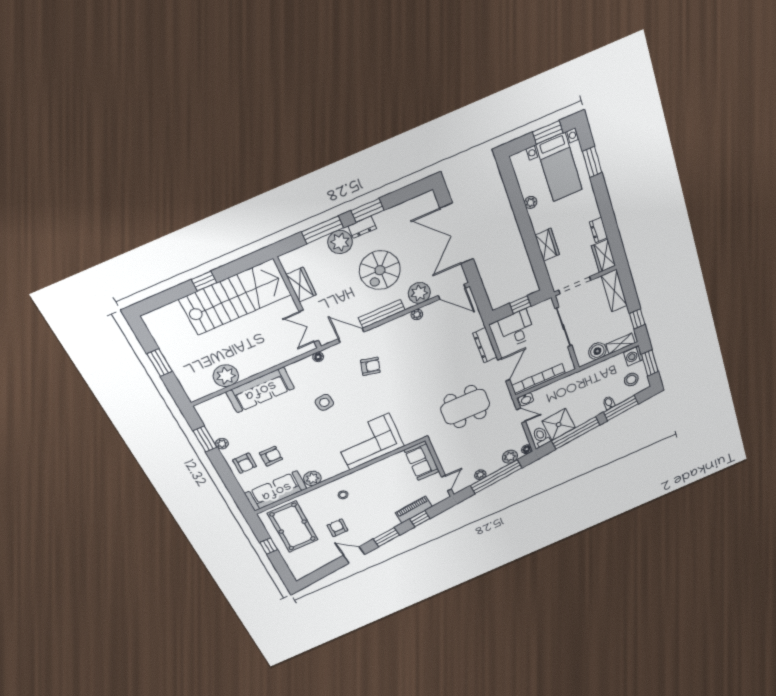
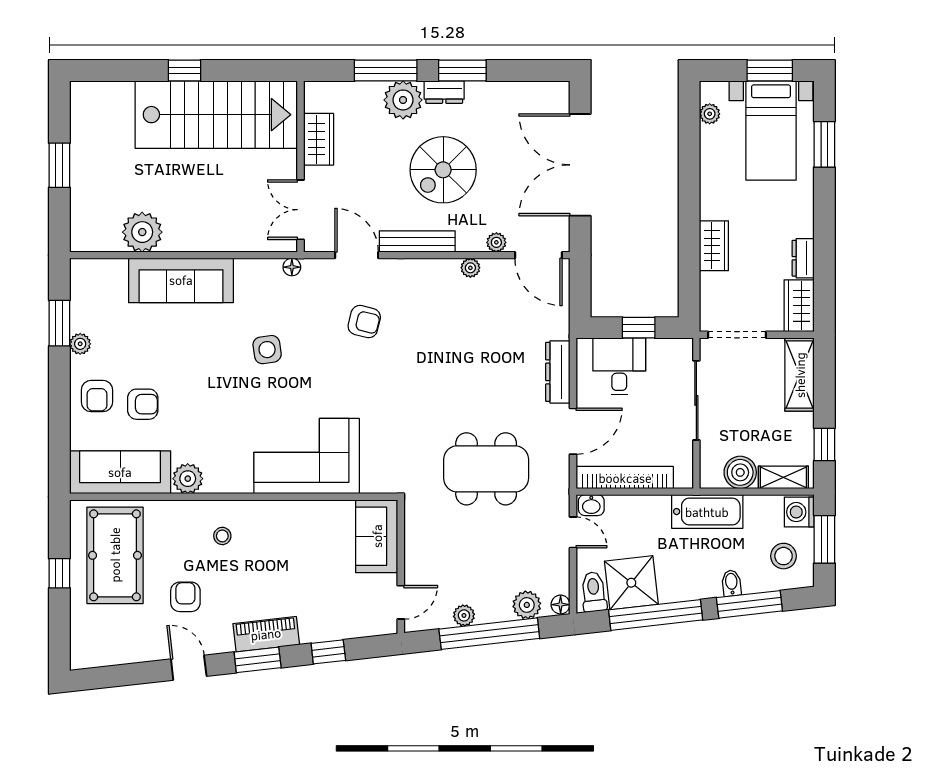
plant: (531, 202) -> (710, 114), moved
plant: (419, 293) -> (496, 242), width x0.53, depth x0.53
bathtub: (586, 376) -> (707, 512), added
piano: (414, 510) -> (266, 634), moved

